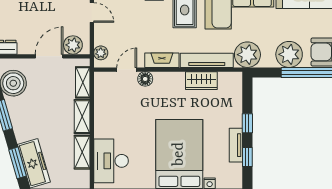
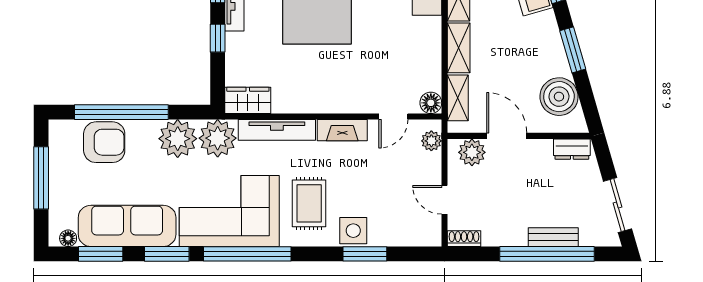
plant: (289, 54) -> (178, 139), moved
door: (49, 56) -> (507, 136), swing flipped
floor lamp: (145, 79) -> (431, 103), moved
wardrobe: (201, 81) -> (248, 100), moved

